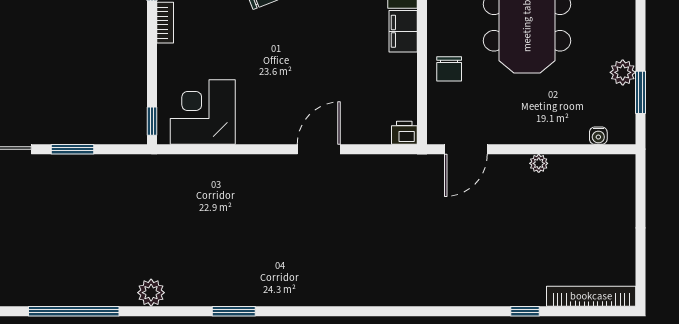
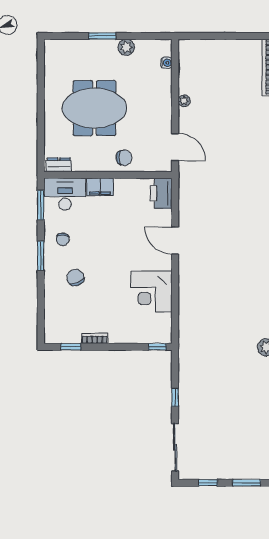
window: (641, 92) -> (102, 36), moved
corner desk: (203, 112) -> (151, 292), moved
printer: (404, 133) -> (161, 193), width x1.87, depth x1.48
window: (72, 149) -> (175, 397), width x0.67

